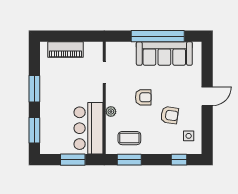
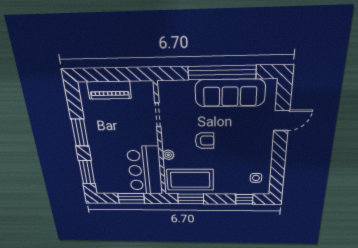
door: (207, 96) -> (282, 121), moved
armchair: (169, 115) -> (235, 158), removed
coffee table: (129, 138) -> (190, 180), width x1.86, depth x1.72

